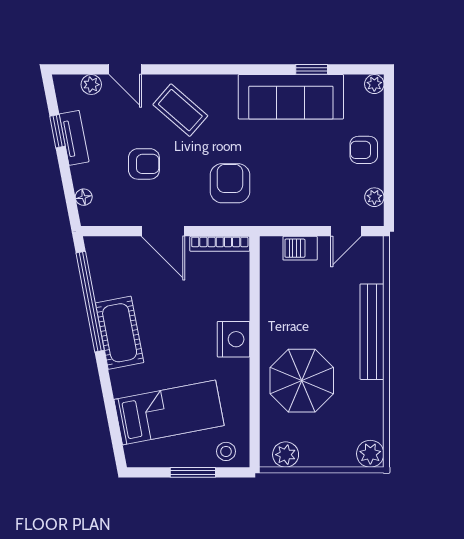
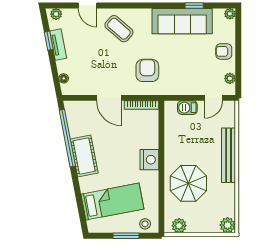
plant: (91, 85) -> (56, 14), moved
armchair: (144, 164) -> (98, 59), removed

